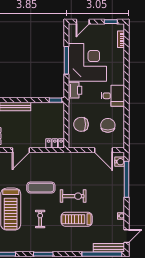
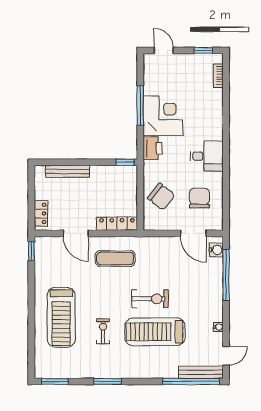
door: (83, 22) -> (164, 50), swing flipped
corner desk: (87, 62) -> (163, 116), width x0.74, depth x0.74
chair: (81, 124) -> (161, 197), turned -141
locker: (55, 143) -> (117, 224), width x1.53
door: (21, 150) -> (76, 233), hinge flipped
exercise mat: (41, 188) -> (115, 259), moved
treadmill: (77, 219) -> (155, 332), width x1.37, depth x1.38

